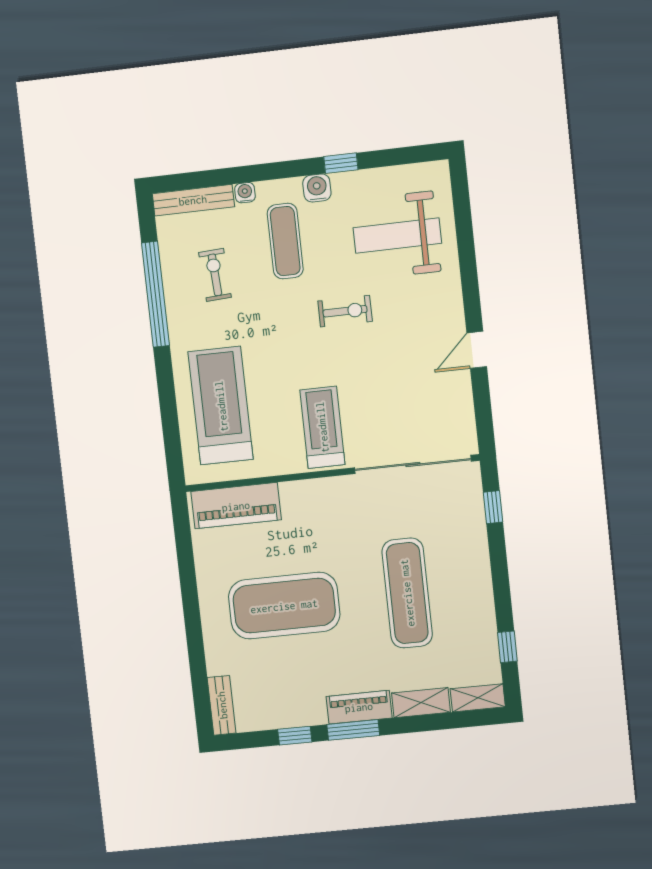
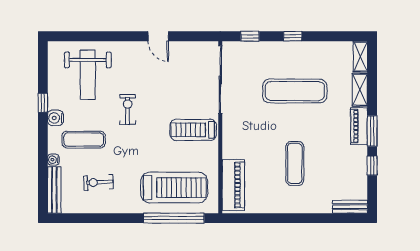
window: (155, 294) -> (174, 218), moved
treadmill: (221, 406) -> (174, 188), turned 180
exercise mat: (284, 606) -> (295, 163), width x0.50, depth x0.69
window: (507, 647) -> (293, 36), moved

